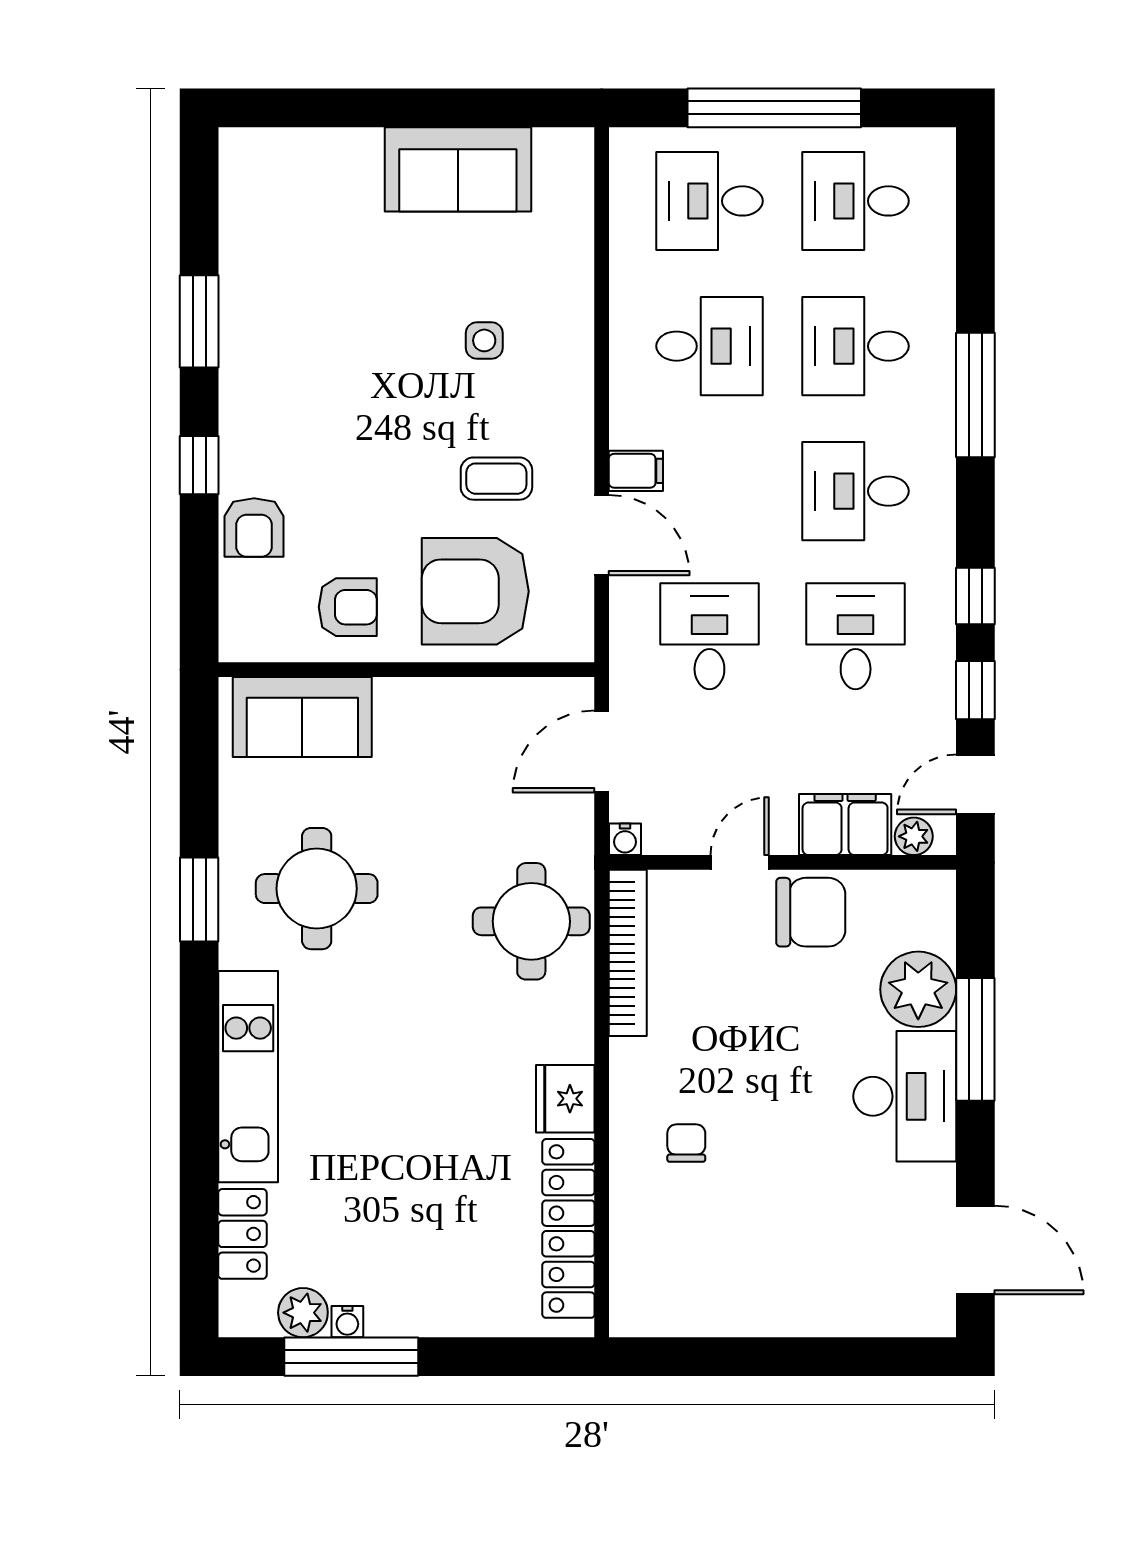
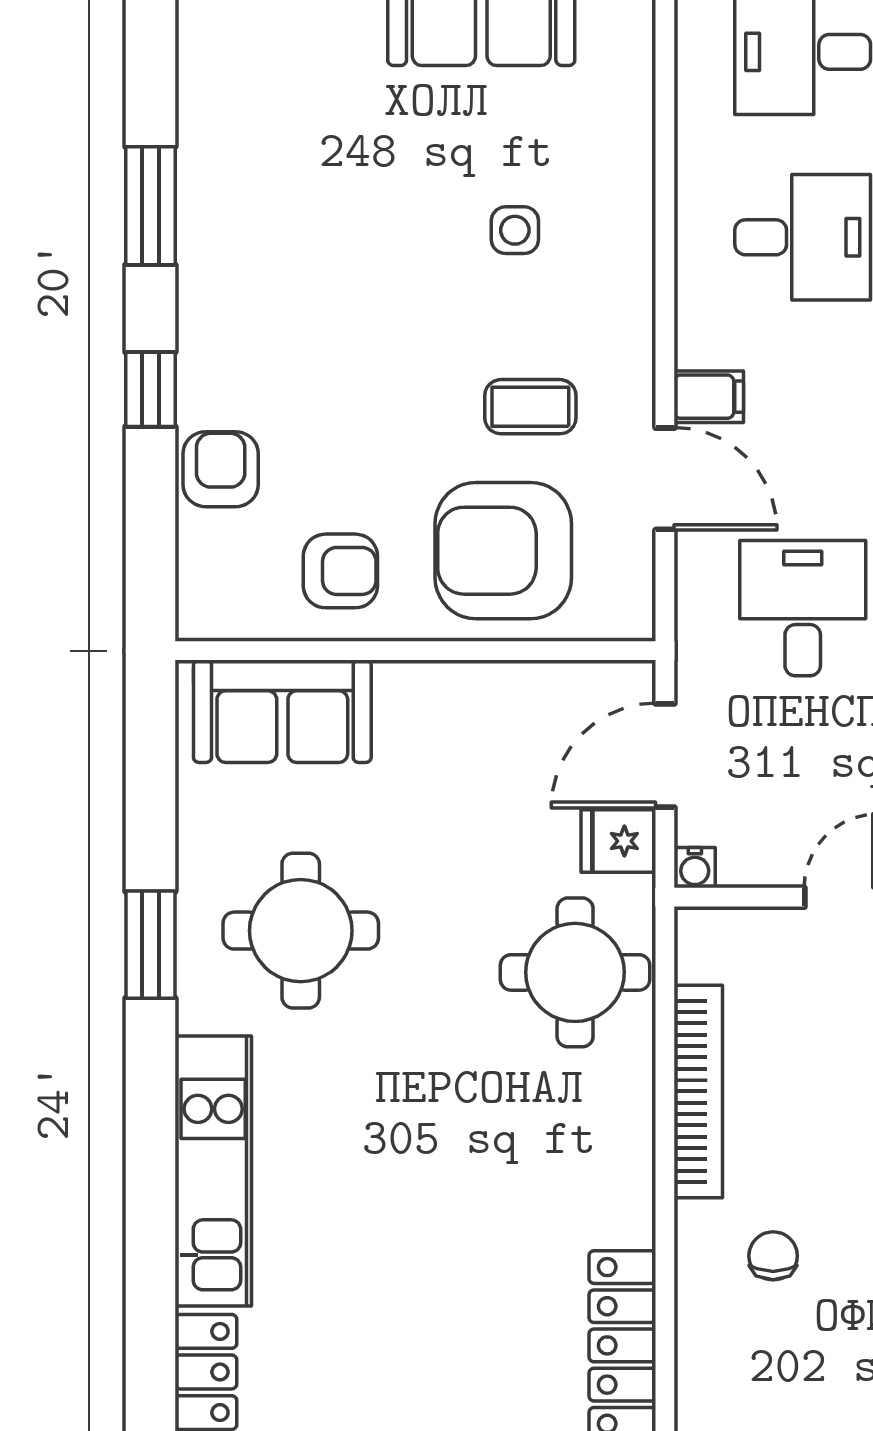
armchair: (254, 528) -> (221, 469), turned 180
bookcase: (628, 953) -> (698, 1091), moved
fridge: (565, 1099) -> (618, 841), moved, width x0.72

